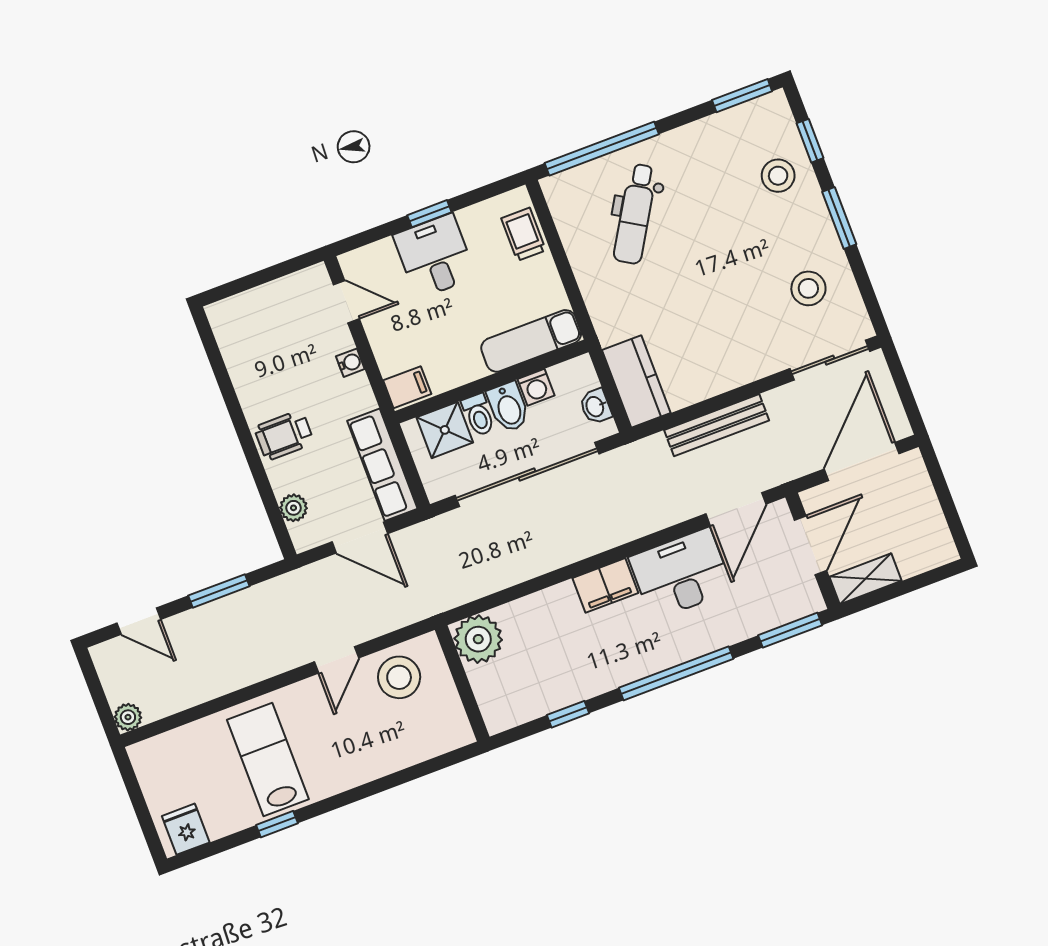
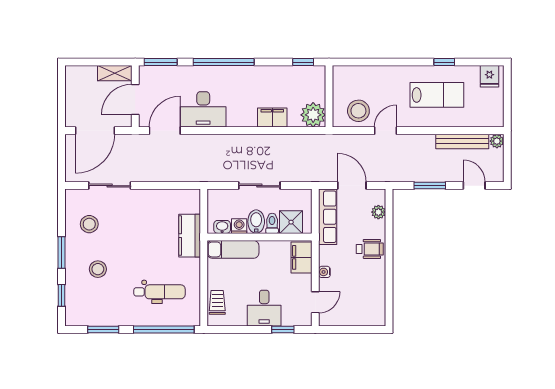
window: (742, 96) -> (103, 330), moved
stool: (778, 176) -> (98, 269), moved
window: (429, 214) -> (283, 330), moved
dental chair: (635, 214) -> (159, 292), turned 59
trolley: (523, 234) -> (217, 302), turned 180
door: (346, 302) -> (315, 302), swing flipped
sliding door: (830, 360) -> (110, 186), moved
kitchen counter: (636, 382) -> (190, 236), moved
filing cabinet: (407, 387) -> (301, 257), width x2.00
washbasin: (595, 406) -> (222, 227), moved, turned -90
bench: (717, 425) -> (462, 141), moved
sliding door: (527, 475) -> (259, 186), width x0.54
filing cabinet: (605, 585) -> (272, 118), moved
window: (568, 714) -> (303, 62), moved
lab bench: (268, 760) -> (437, 95), turned -90

